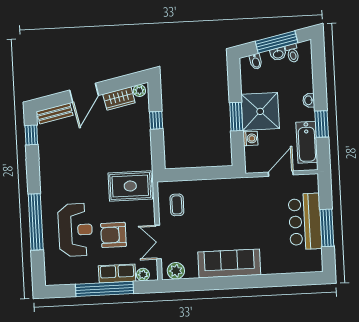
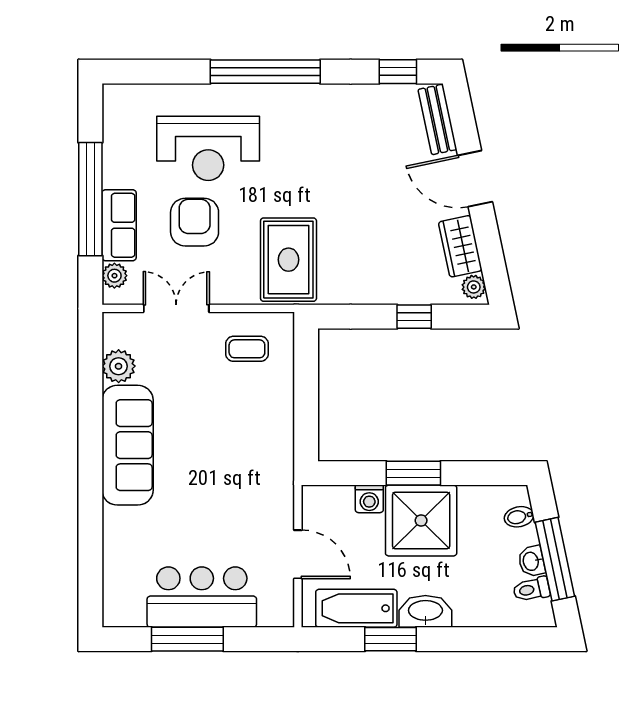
washbasin: (309, 100) -> (425, 611), width x1.91, depth x1.45
window: (36, 222) -> (265, 72), moved
plant: (176, 271) -> (119, 366), moved

